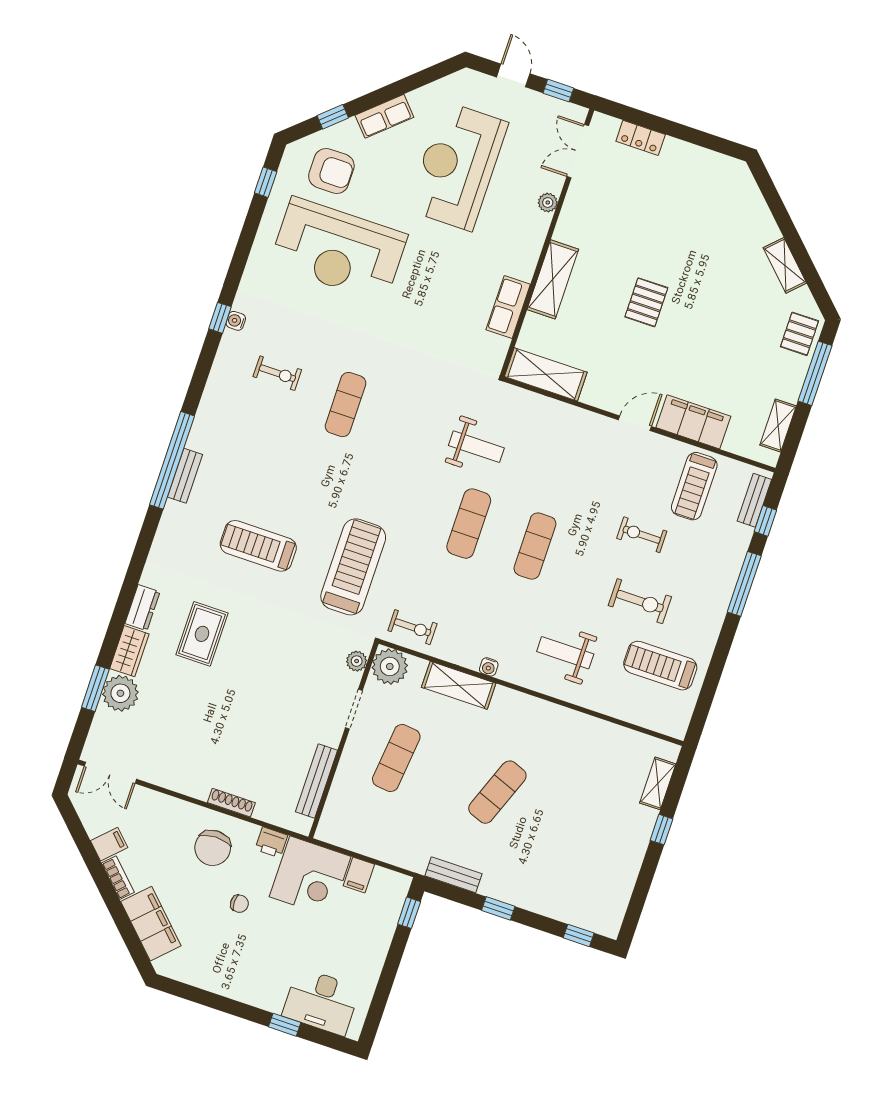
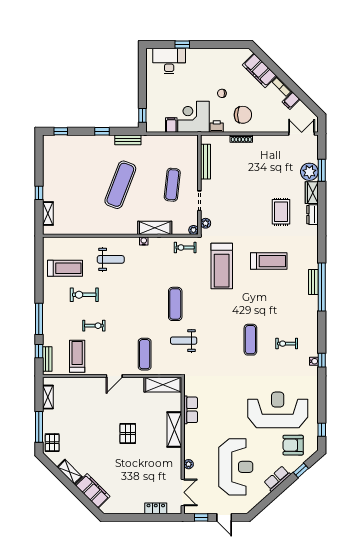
filing cabinet: (693, 422) -> (93, 491), moved, turned -135
exercise mat: (535, 546) -> (145, 354), moved
plant: (390, 666) -> (193, 230), width x0.53, depth x0.53
exercise mat: (497, 792) -> (120, 185), width x1.36, depth x1.45
chair: (213, 848) -> (243, 115), turned 90

